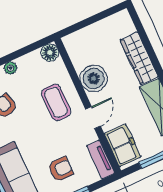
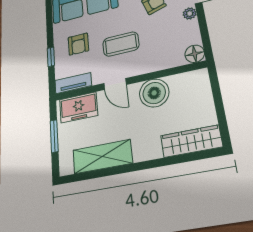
wardrobe: (139, 58) -> (191, 141), moved
coffee table: (56, 102) -> (121, 44), moved

